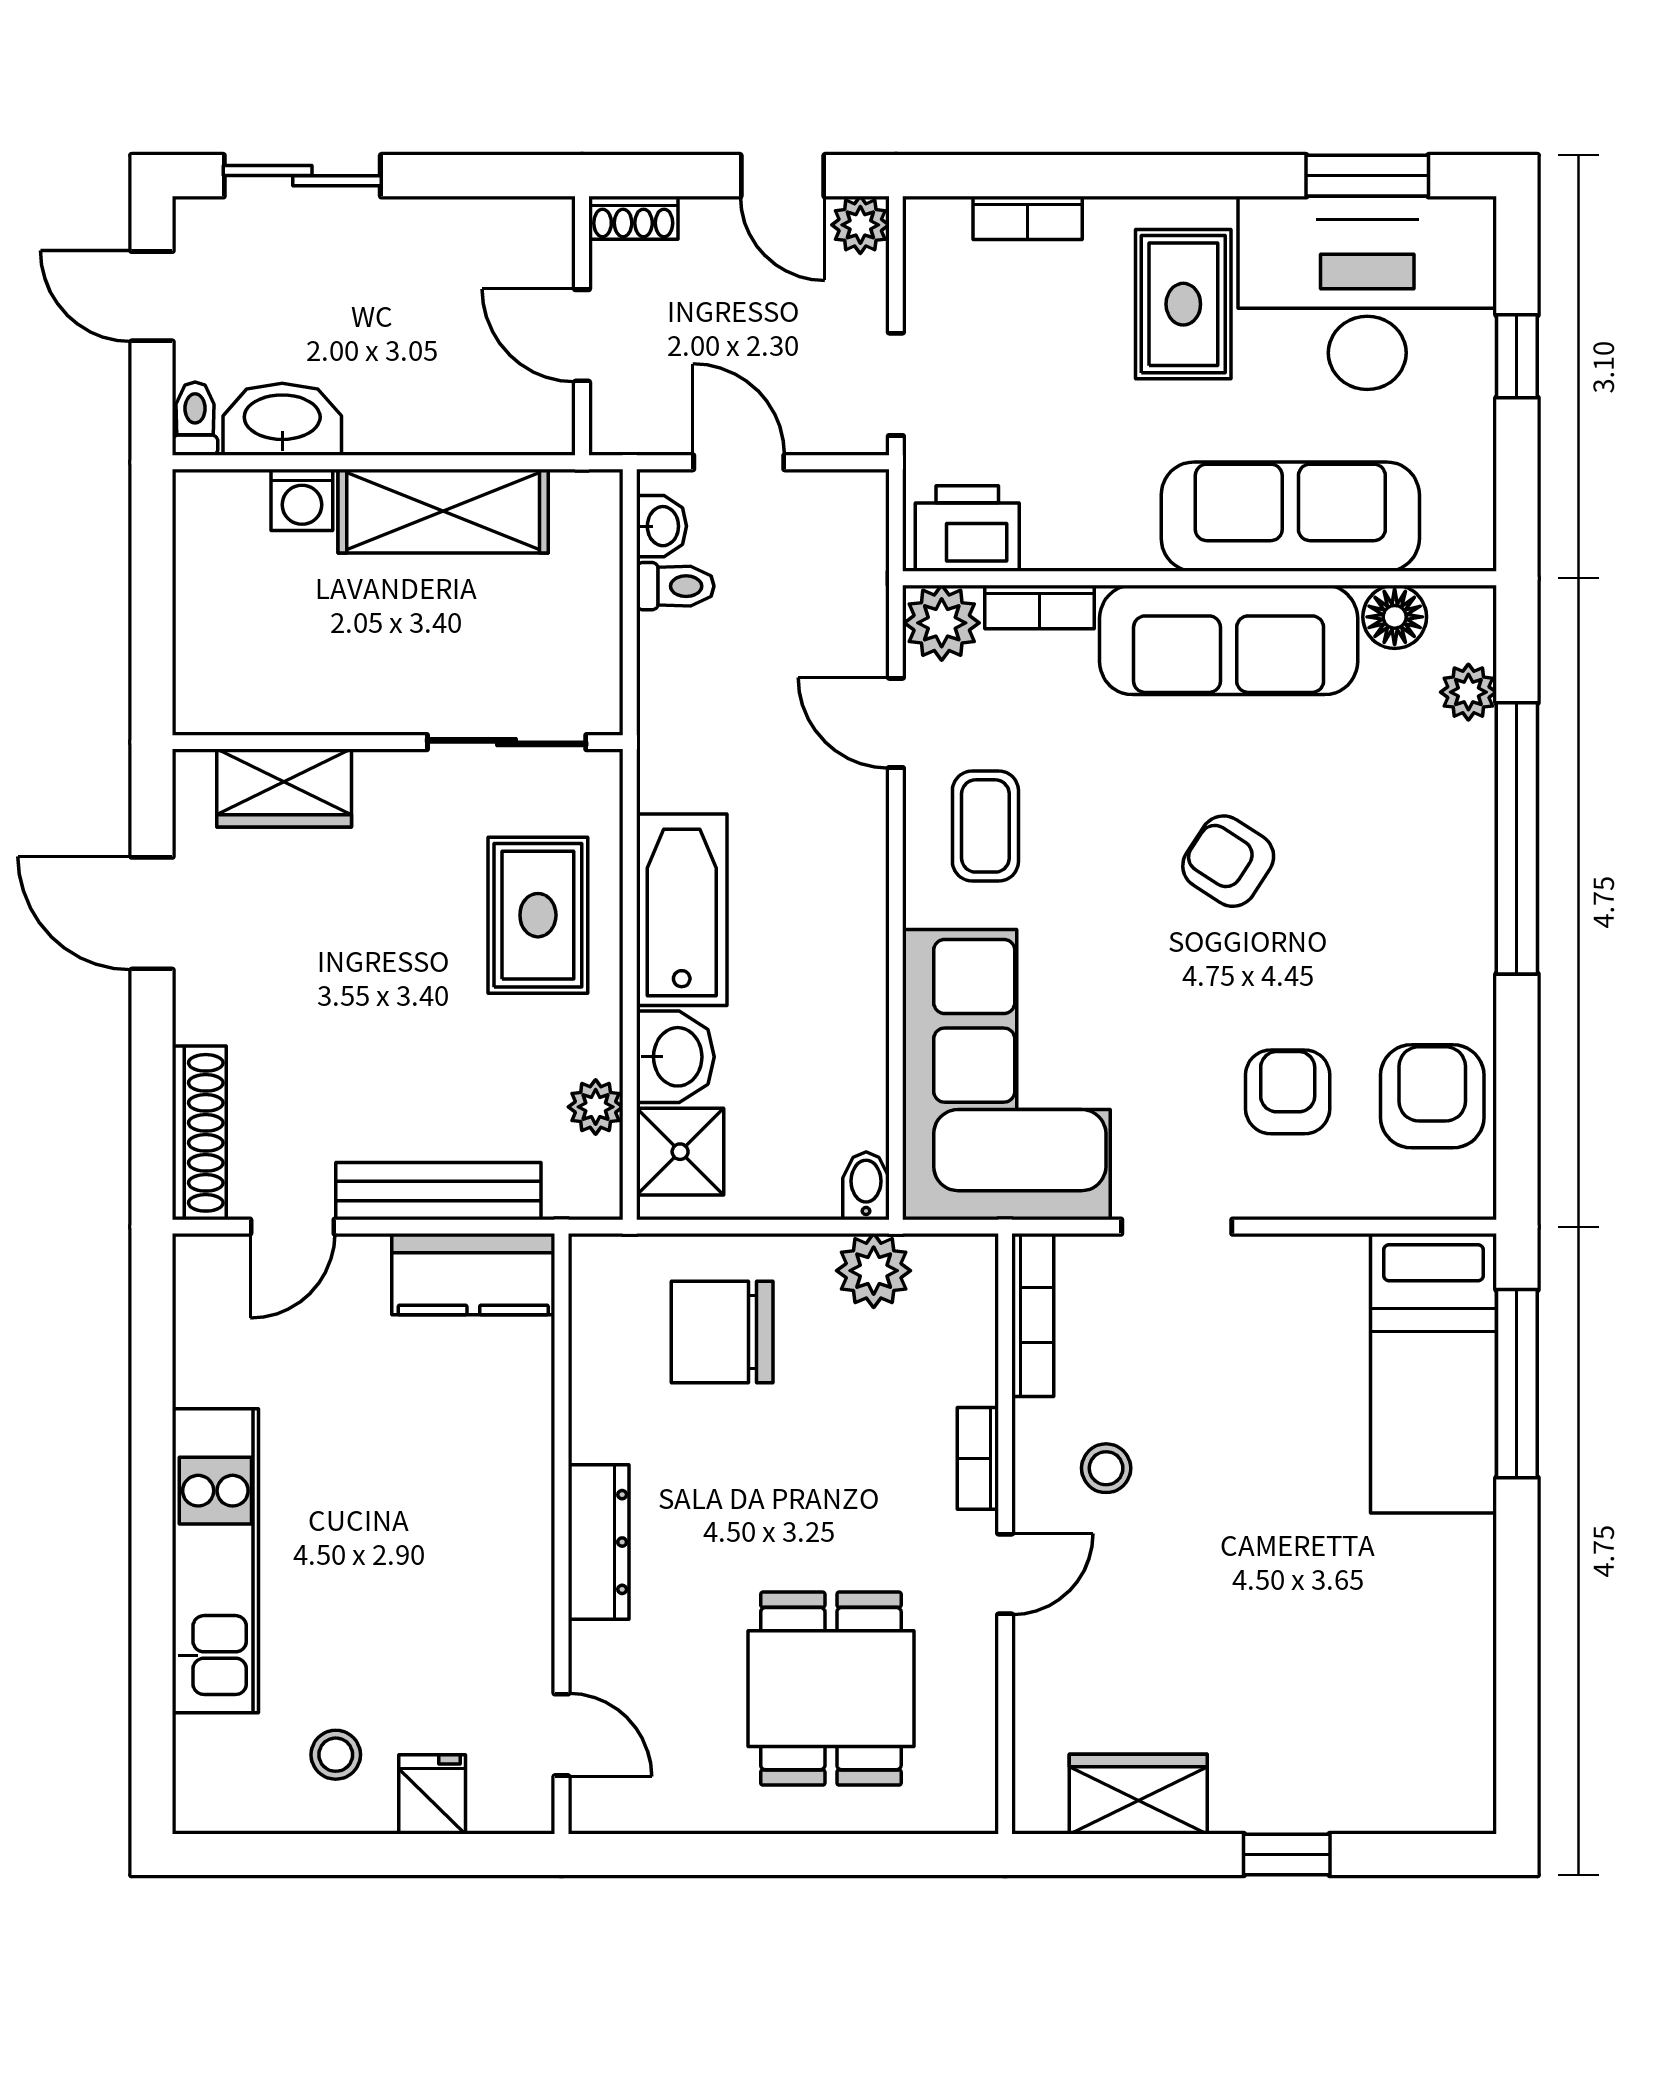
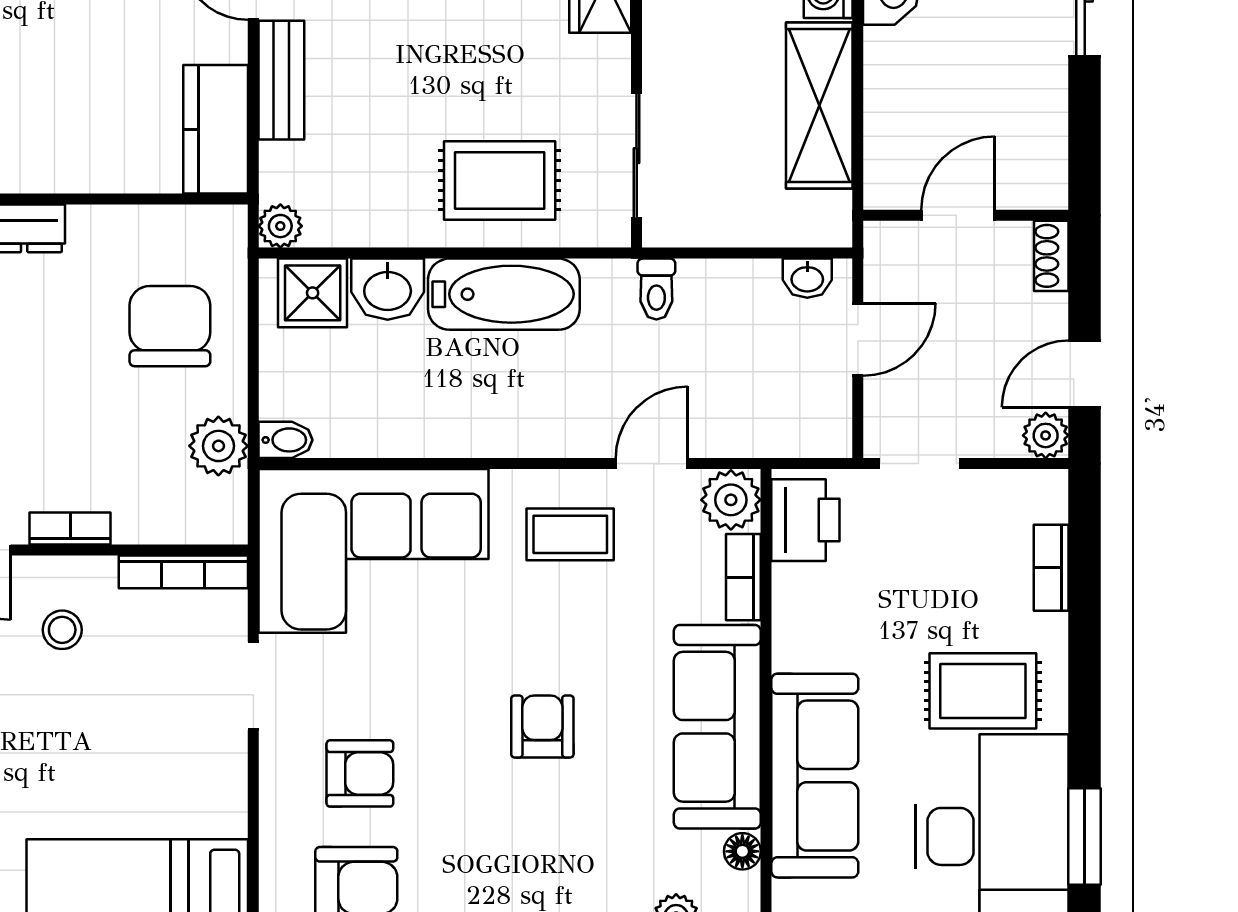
toilet: (675, 586) -> (656, 289), moved
floor lamp: (1395, 617) -> (742, 851), width x0.73, depth x0.73
armchair: (1228, 861) -> (542, 726), turned -33
plant: (596, 1107) -> (280, 226), moved
bench: (438, 1191) -> (281, 80), width x0.73

